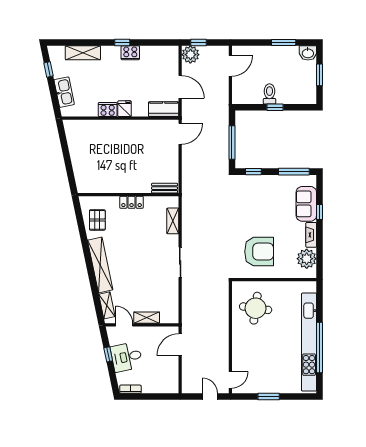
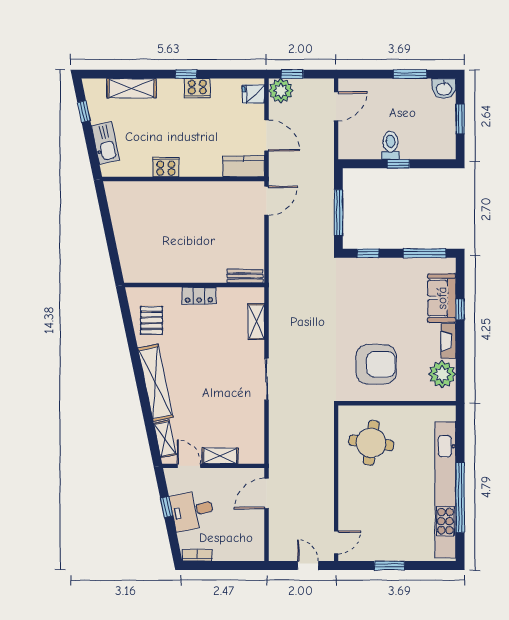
fridge: (125, 109) -> (253, 94), moved, turned -90

